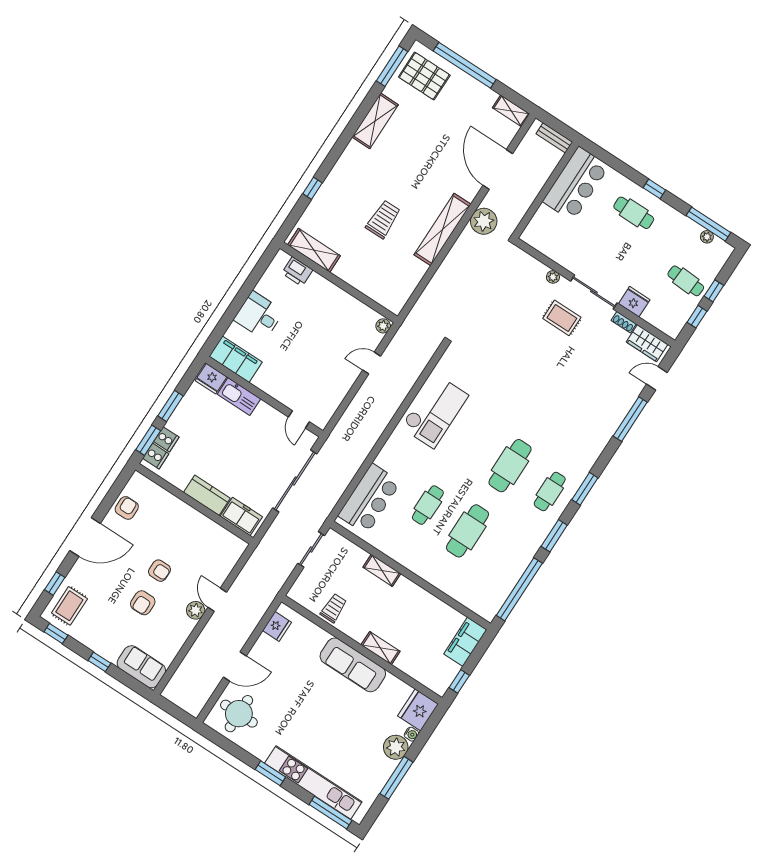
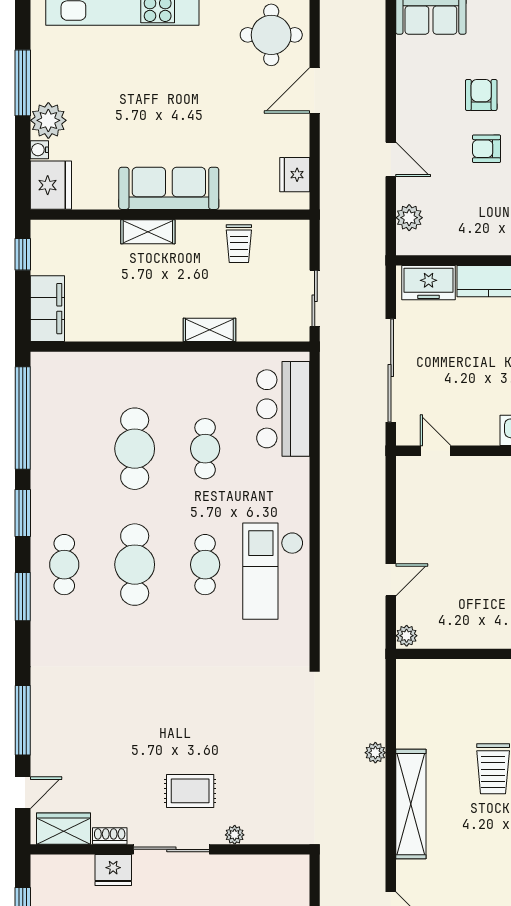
plant: (484, 221) -> (375, 753), moved, width x0.53, depth x0.53
cafe table: (470, 440) -> (205, 565), added
plant: (196, 610) -> (409, 218), moved

